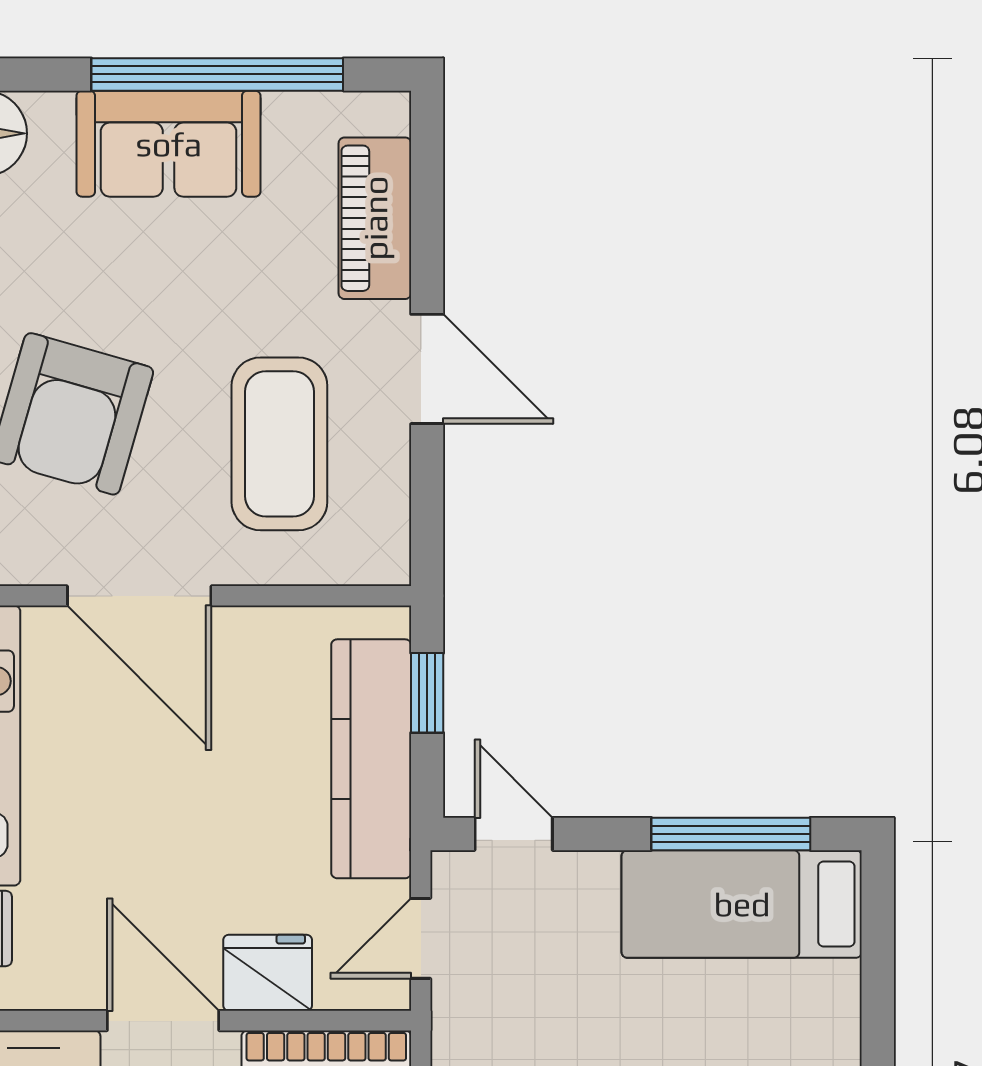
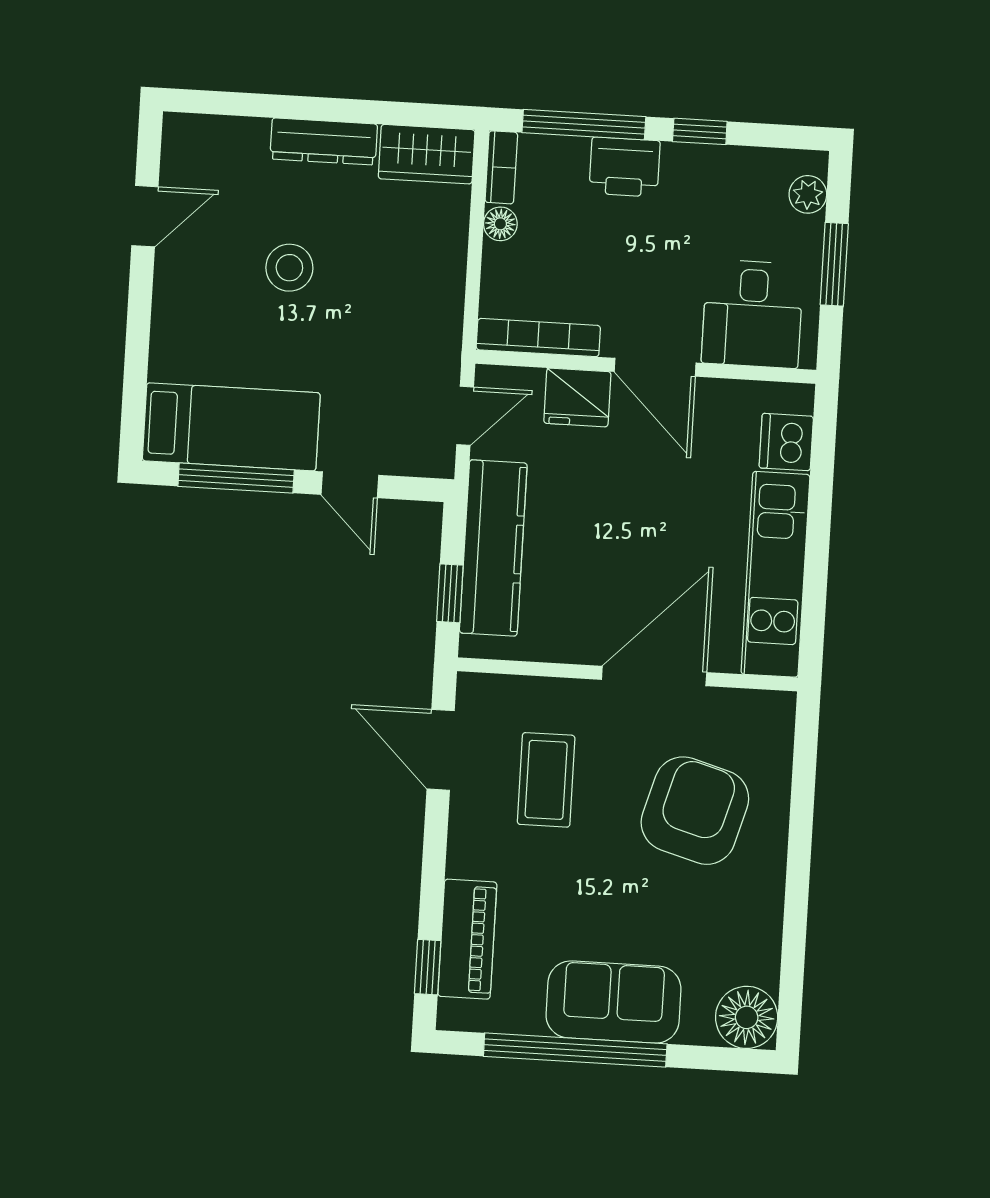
window: (427, 176) -> (428, 967), added
door: (427, 369) -> (441, 750), moved
coffee table: (279, 444) -> (546, 780), width x0.73, depth x0.76
door: (139, 596) -> (654, 676), hinge flipped
door: (514, 834) -> (350, 485), moved

